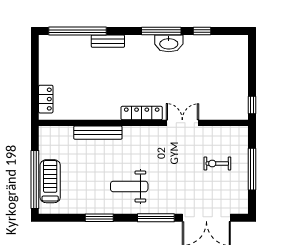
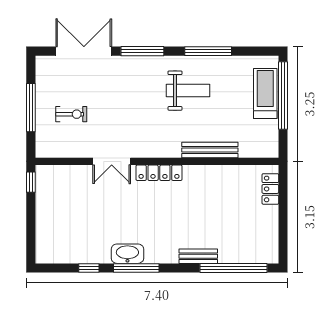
treadmill: (50, 181) -> (265, 94), turned 180
weight bench: (129, 186) -> (188, 91), moved
window: (99, 218) -> (208, 51), width x1.44

